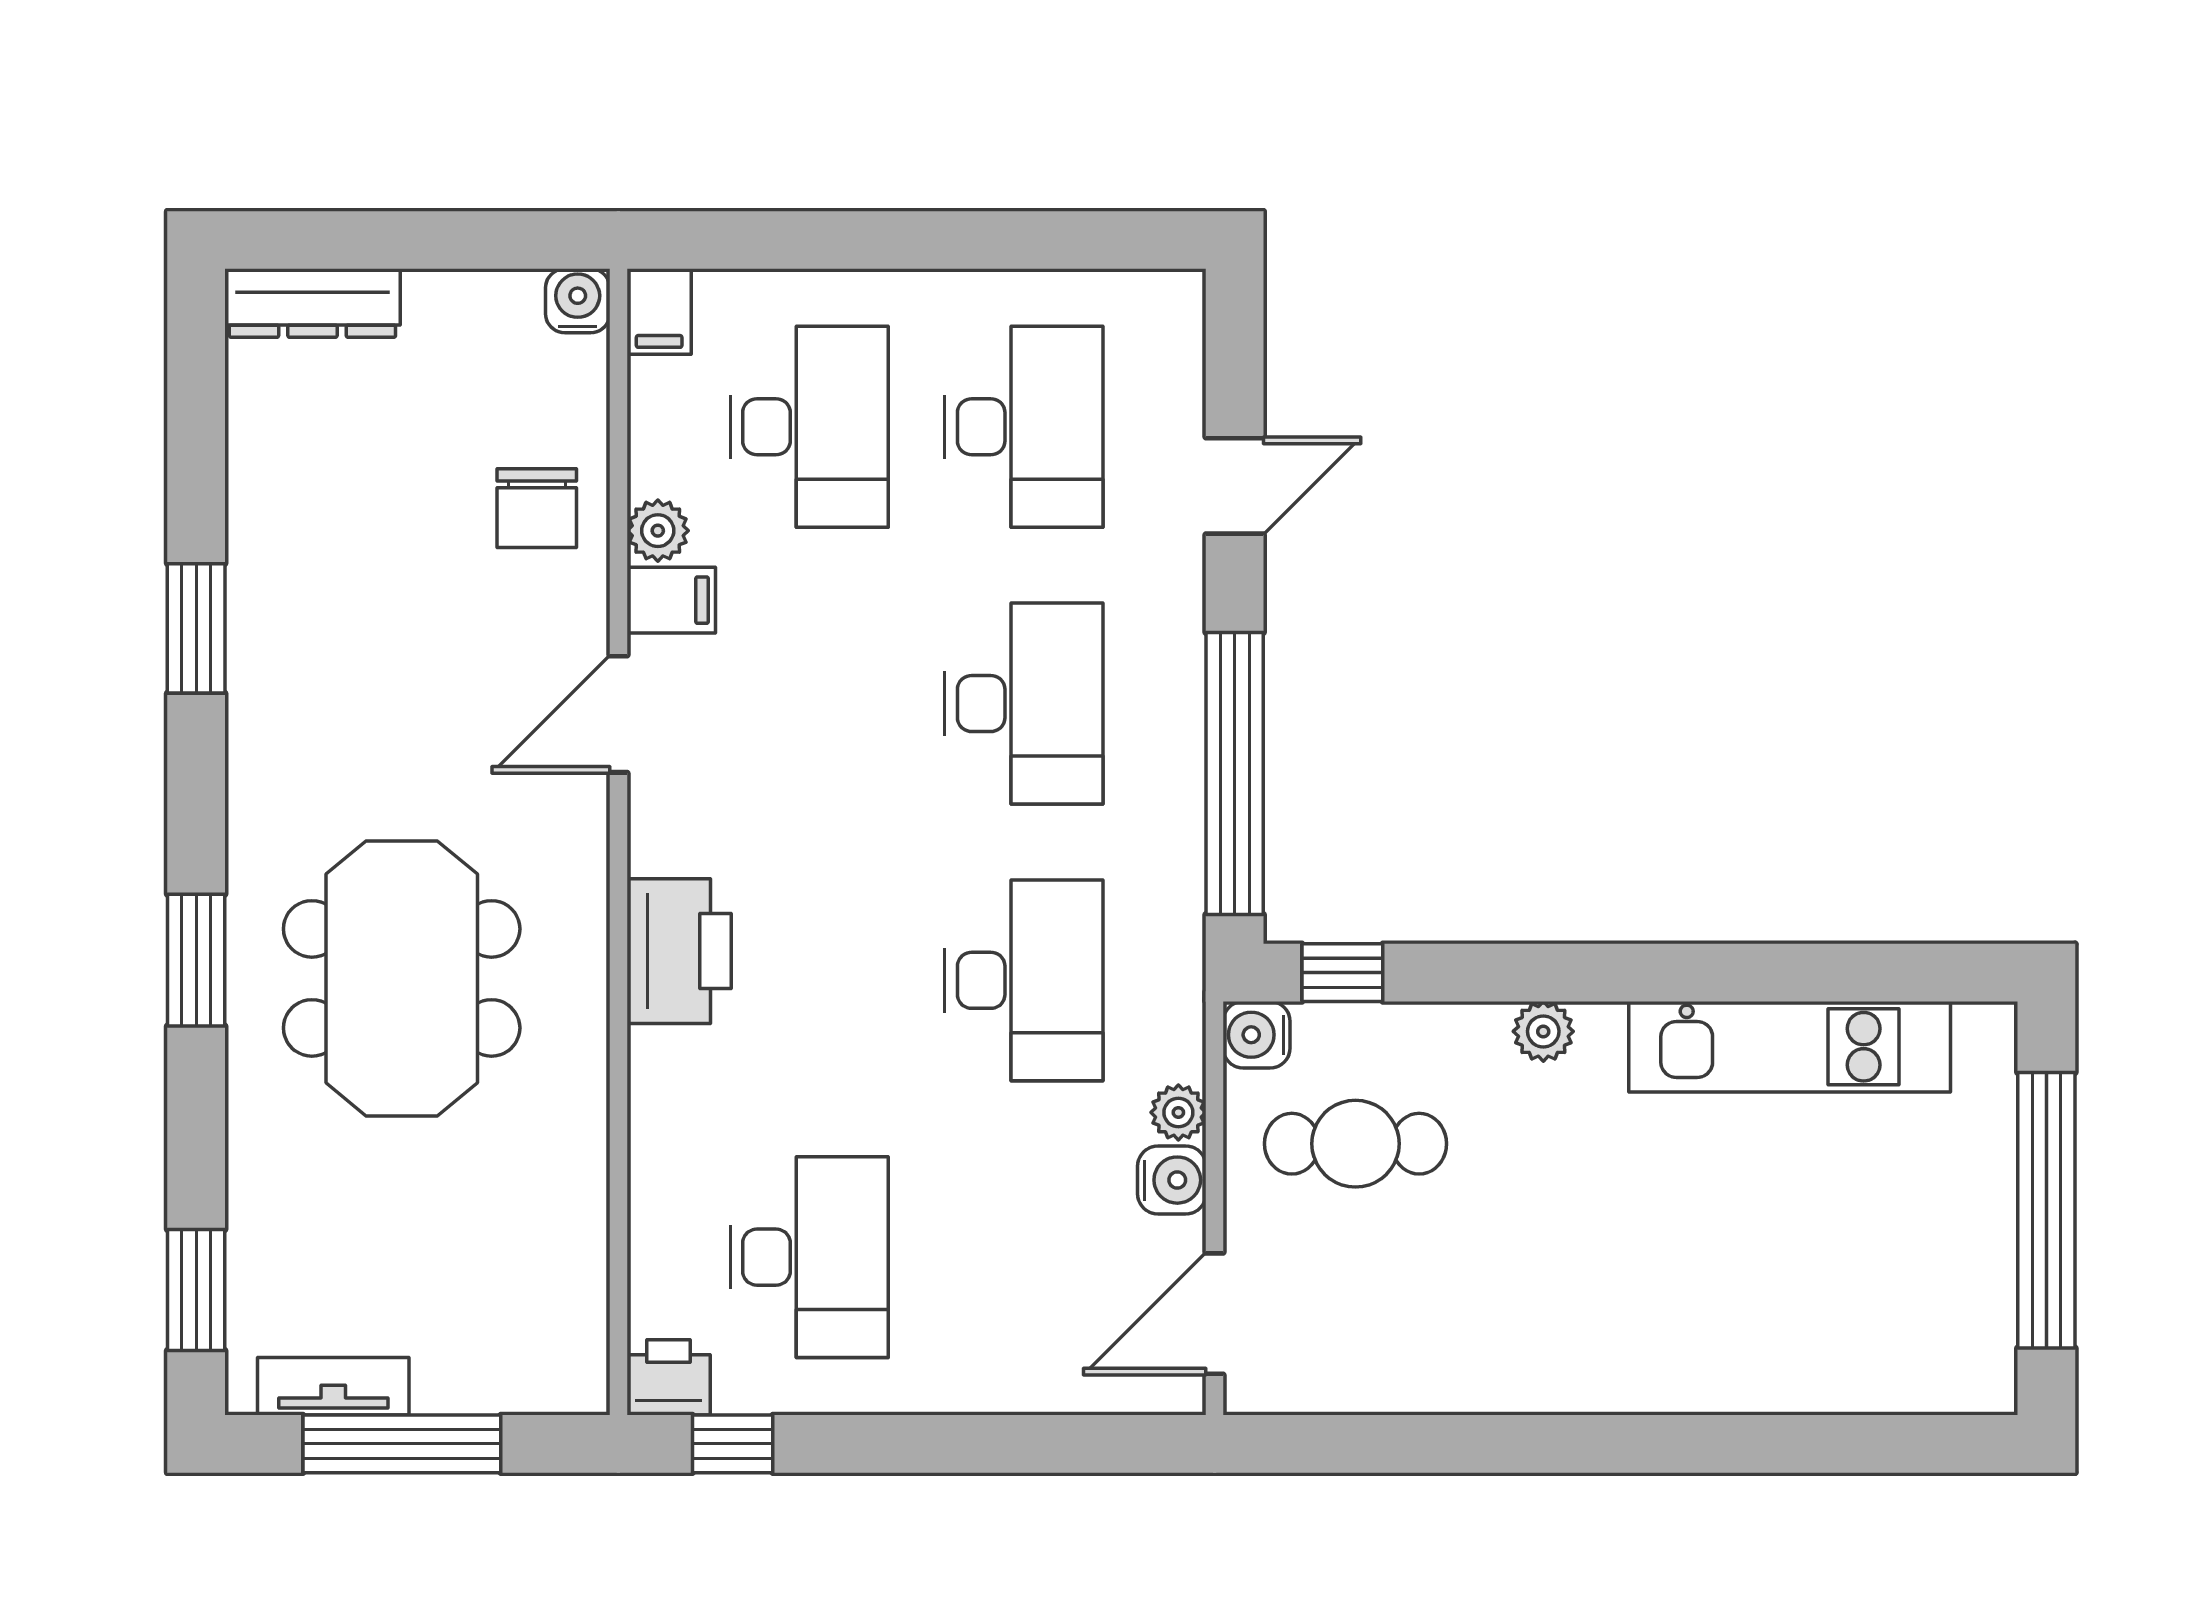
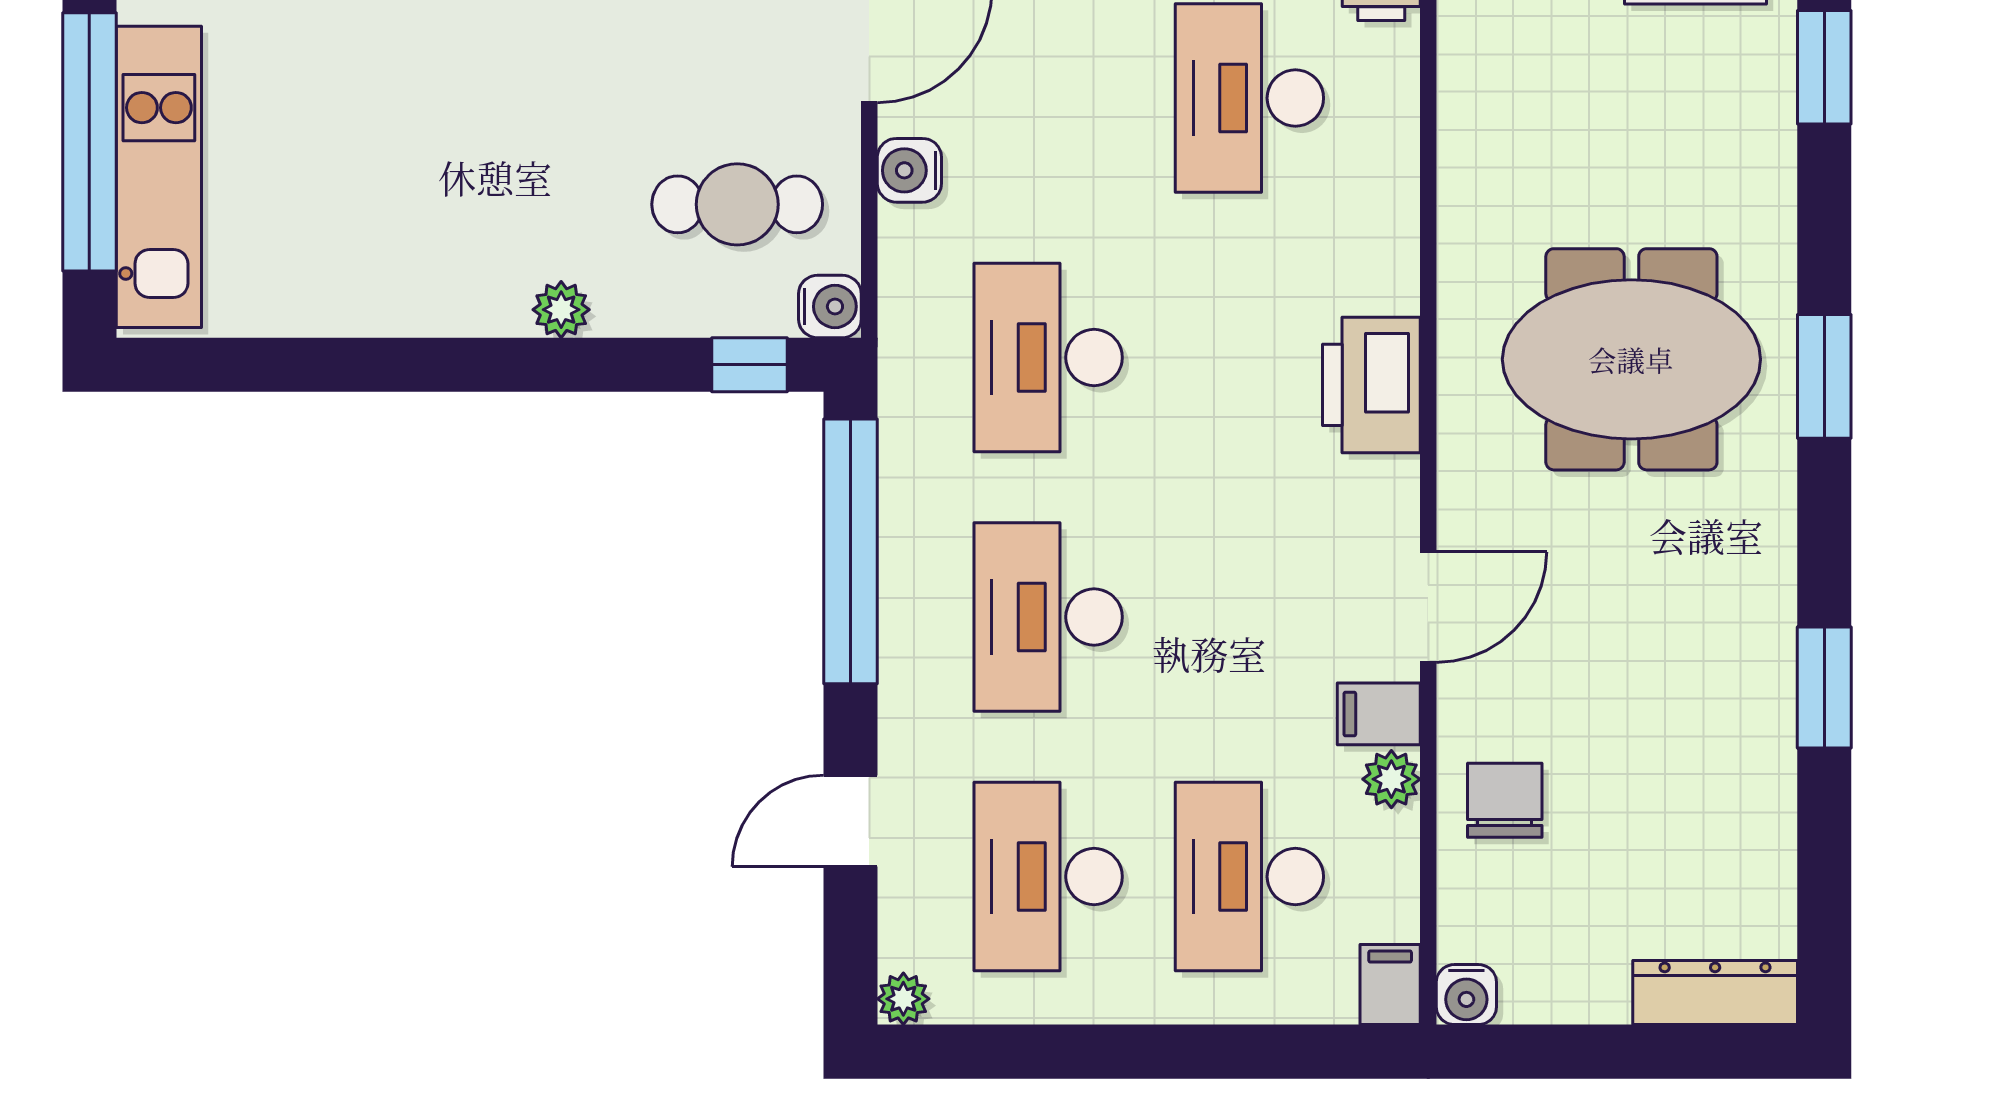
meeting table: (402, 978) -> (1631, 359), turned 90
kitchen unit: (1790, 1047) -> (159, 177), moved, turned 90
plant: (1178, 1112) -> (903, 999), moved

